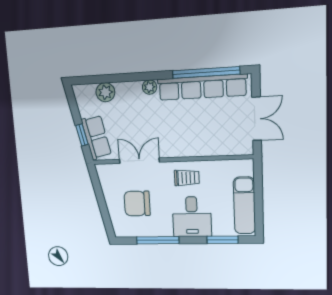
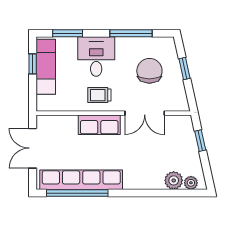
plant: (150, 87) -> (191, 183), moved
row of seats: (96, 137) -> (99, 125), moved, turned -78
chair: (137, 203) -> (149, 71), turned -90
window: (103, 206) -> (184, 69), added
window: (259, 208) -> (33, 64), added

